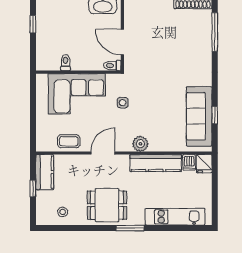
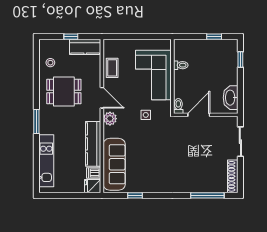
sofa: (199, 116) -> (114, 164), moved, turned 90
plant: (140, 144) -> (110, 119), moved
dining table: (107, 205) -> (64, 91), moved, turned 90

